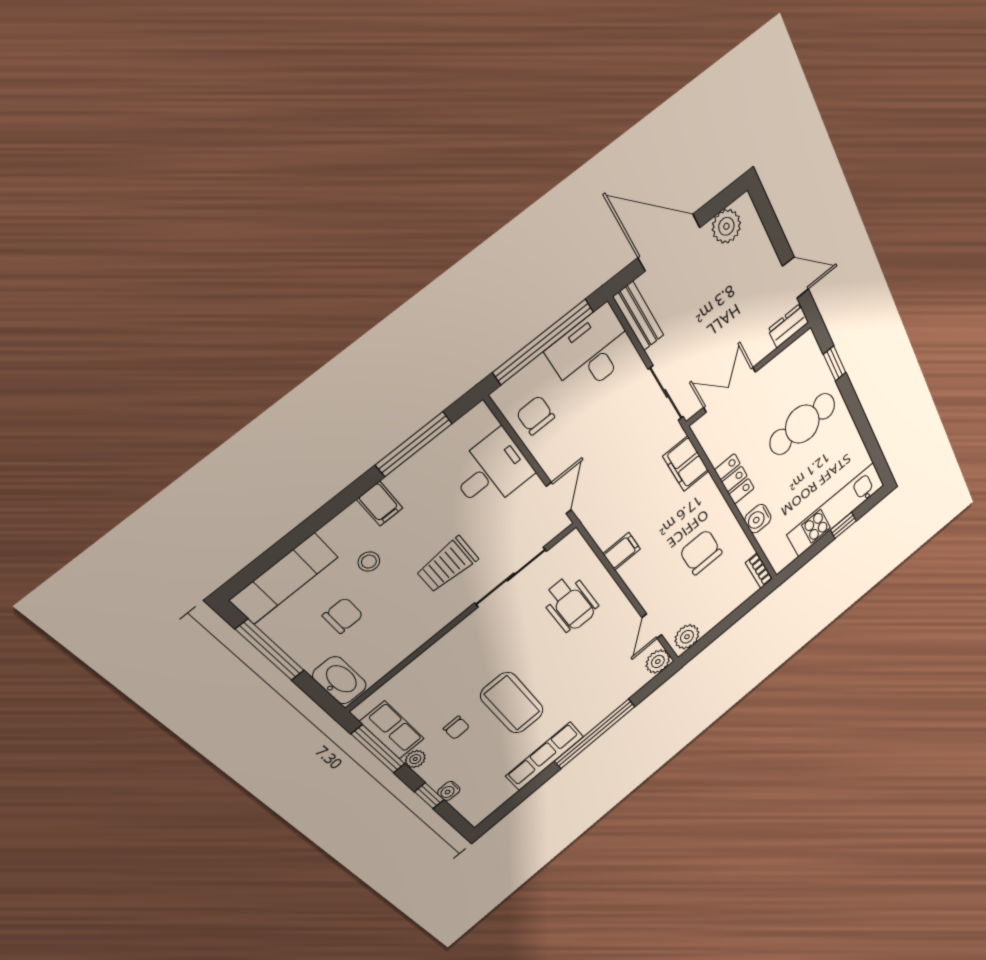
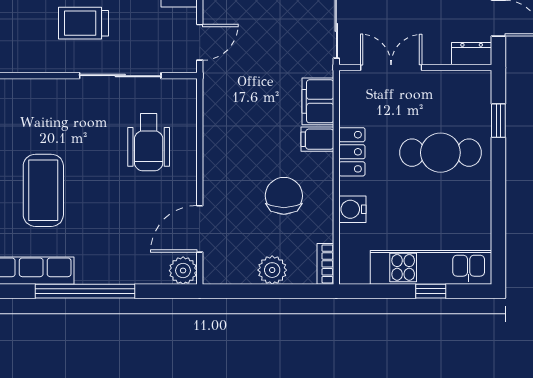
filing cabinet: (622, 551) -> (317, 139), moved, turned 180
door: (652, 626) -> (200, 229), width x1.37
plant: (687, 637) -> (272, 270), moved

